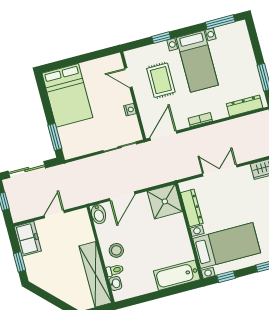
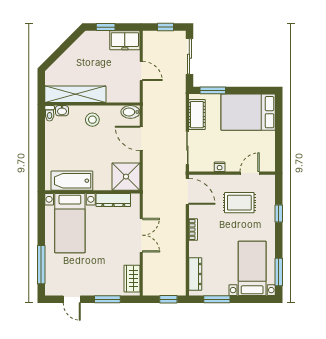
bed with nightstands: (197, 61) -> (252, 268), moved, turned 90
cot: (83, 146) -> (197, 115), added
toilet: (115, 270) -> (50, 113), moved
bathtub: (177, 275) -> (72, 181), moved, turned -90
window: (226, 277) -> (41, 215), removed

